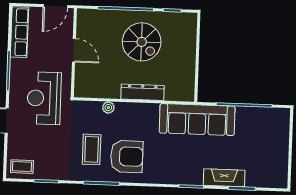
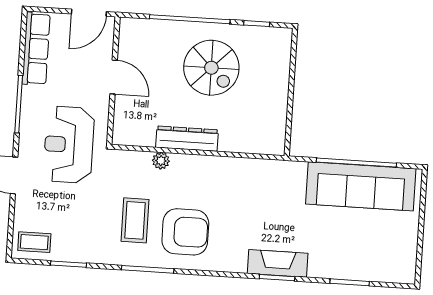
dresser: (143, 92) -> (187, 139), moved
sofa: (197, 120) -> (361, 186), moved
fireplace: (224, 178) -> (278, 263), moved

